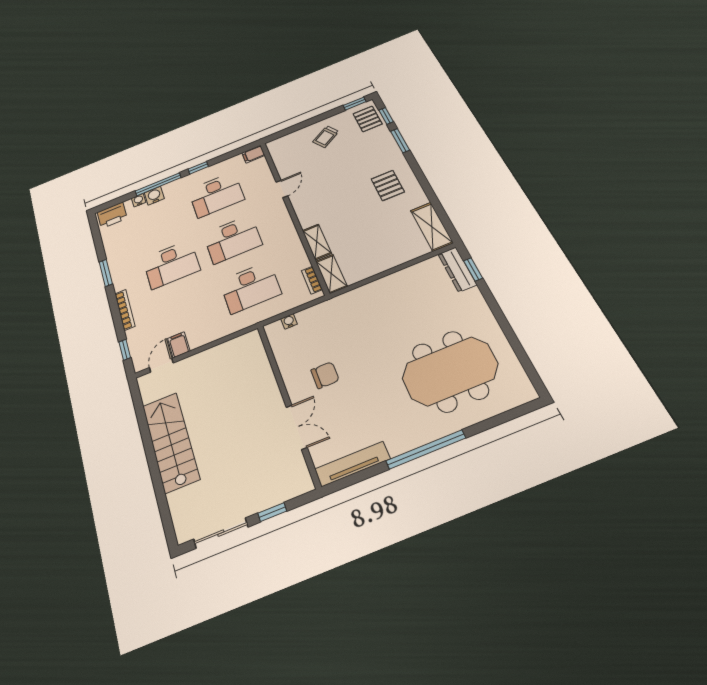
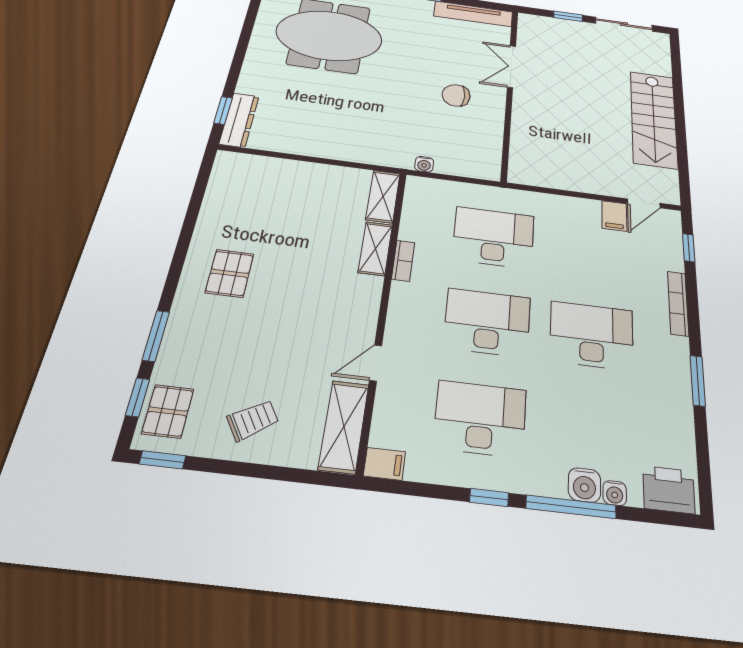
shelving: (432, 227) -> (344, 426), moved
bookcase: (312, 280) -> (403, 261), moved
water cooler: (289, 321) -> (424, 164), moved

